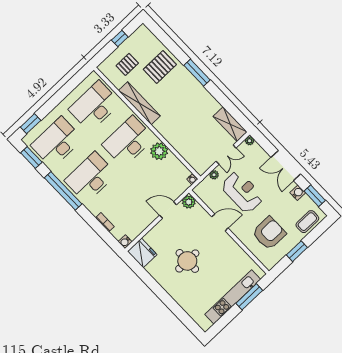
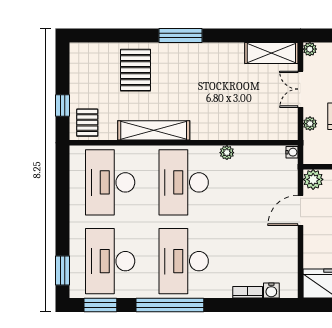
window: (120, 38) -> (63, 105), moved
pallet: (127, 64) -> (87, 123), moved
plant: (159, 151) -> (227, 153), width x0.53, depth x0.53
double door: (226, 155) -> (300, 89), swing flipped
water cooler: (125, 242) -> (271, 290), moved

